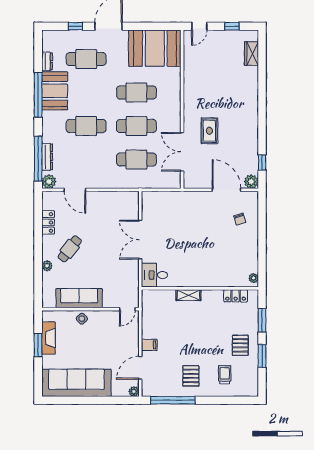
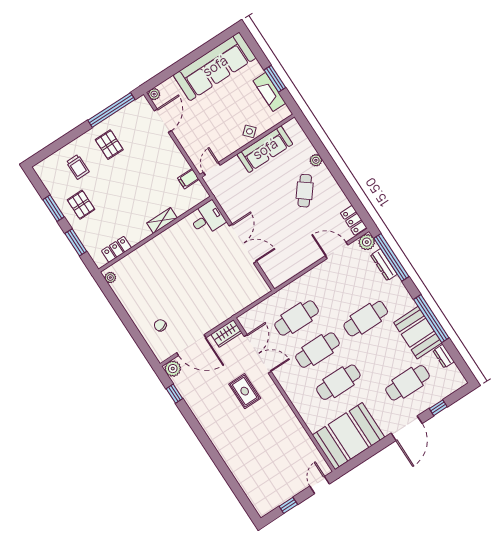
wardrobe: (251, 54) -> (226, 333), moved, turned 90
locker: (48, 222) -> (354, 220), moved
filing cabinet: (149, 345) -> (188, 179), moved

